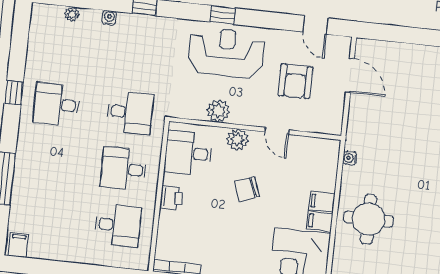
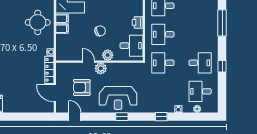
desk: (63, 48) -> (200, 91), added
armchair: (295, 81) -> (82, 87), turned -90
plant: (218, 111) -> (101, 68), moved
locker: (356, 123) -> (49, 70), added
desk: (124, 169) -> (163, 34), turned 180

